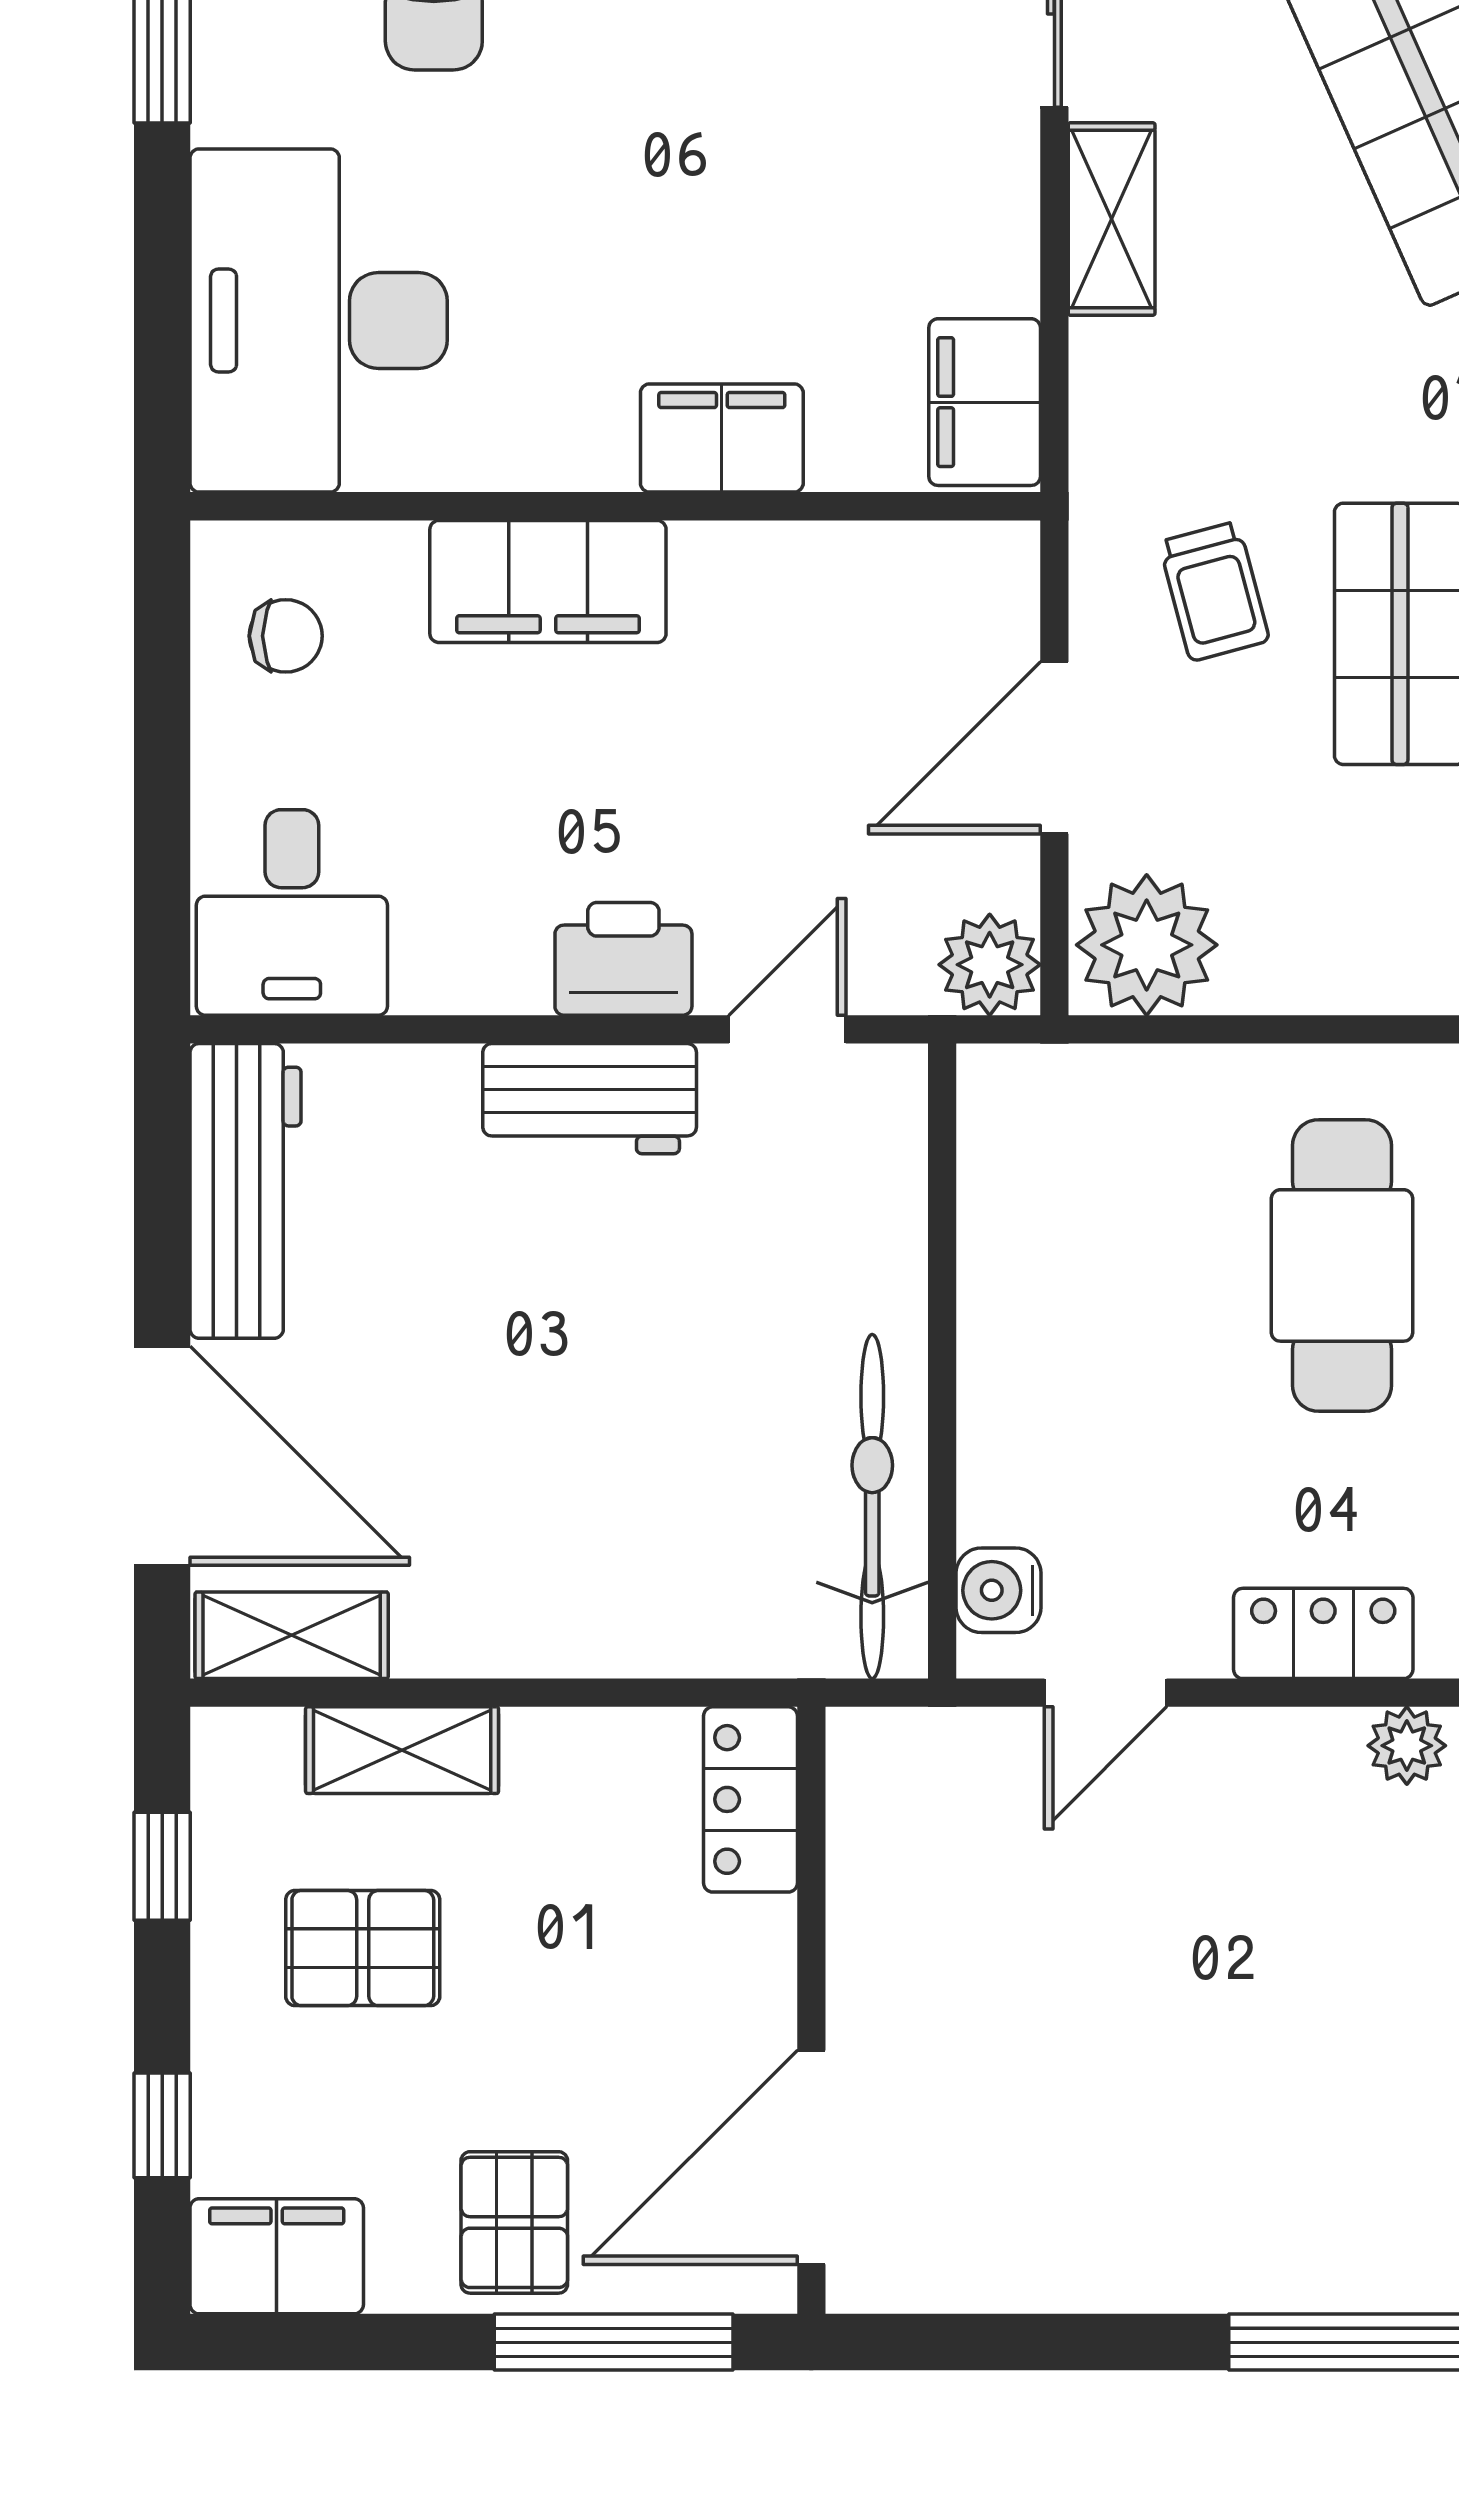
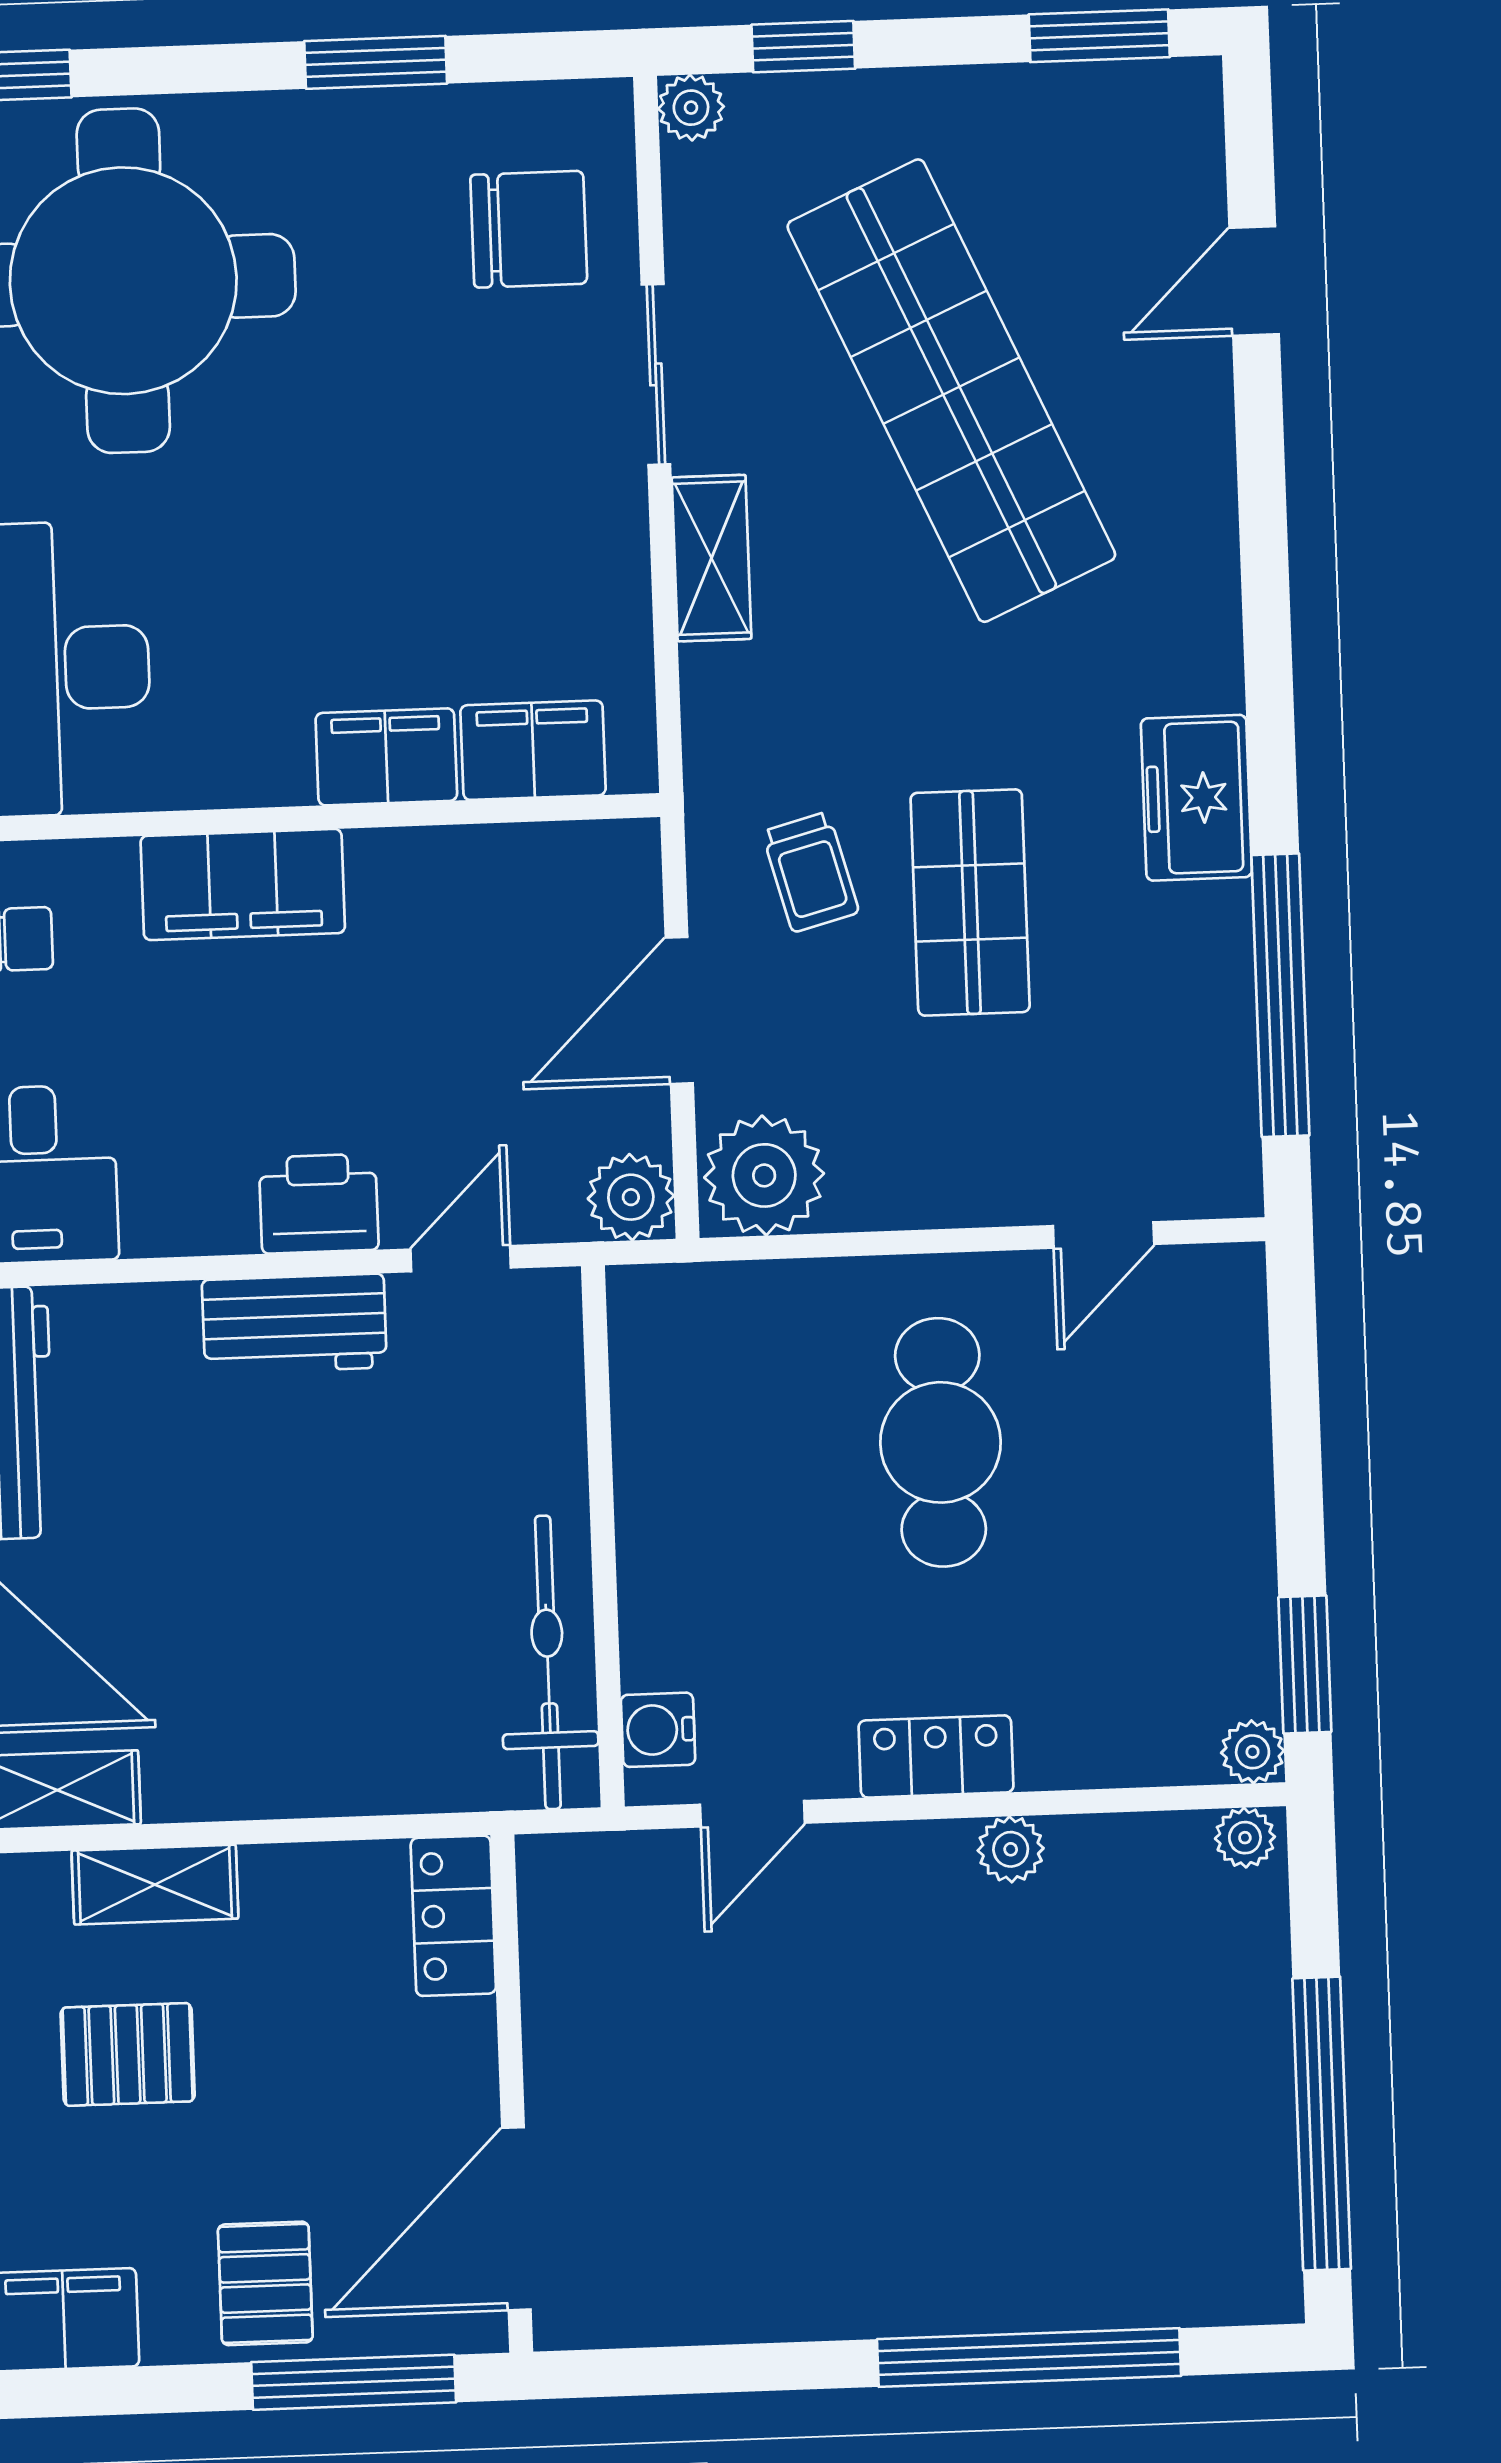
filing cabinet: (985, 402) -> (533, 750), moved, turned 90

